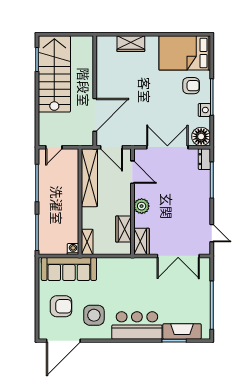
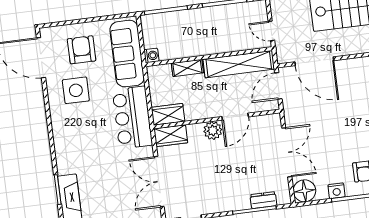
door: (54, 147) -> (271, 31), moved
dresser: (204, 159) -> (263, 200), moved
door: (132, 172) -> (235, 117), moved
wardrobe: (123, 229) -> (168, 114), moved
shelving: (87, 242) -> (187, 68), moved
armchair: (61, 306) -> (82, 50), turned 180
bar counter: (137, 325) -> (132, 118), moved, turned 180

